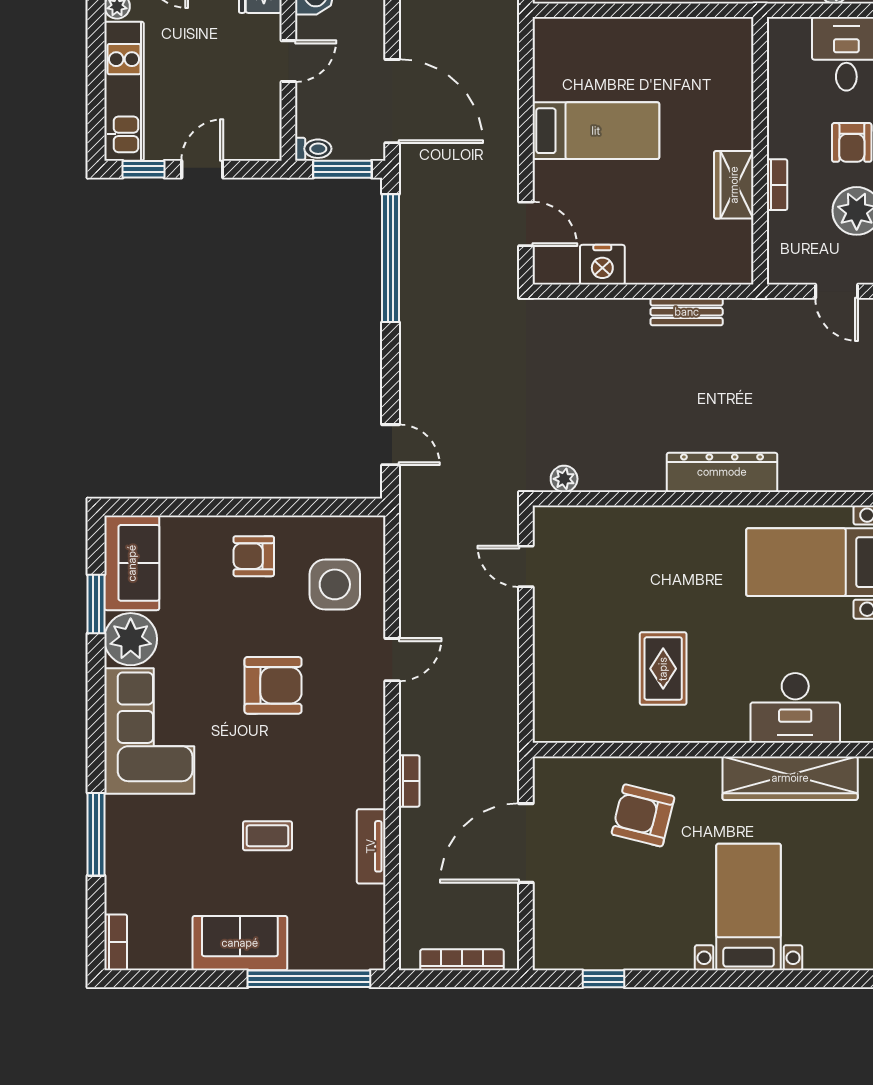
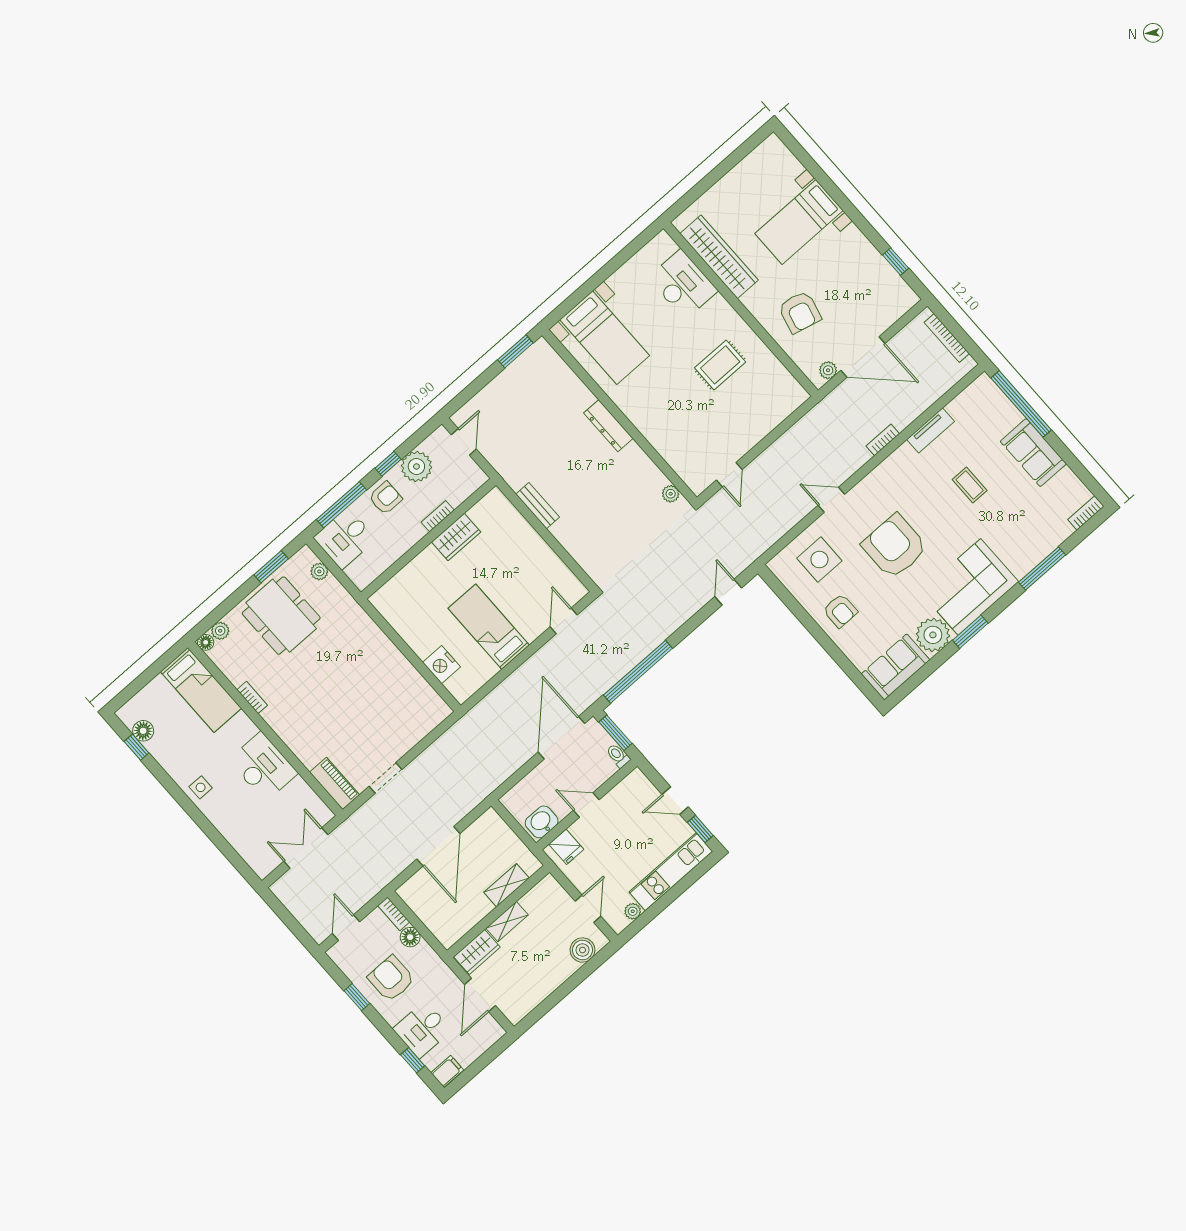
nightstand: (602, 265) -> (442, 665), moved, turned 180
dresser: (722, 472) -> (608, 426), width x0.73, depth x0.80
window: (96, 604) -> (970, 632), moved
armchair: (273, 685) -> (895, 546), width x1.36, depth x1.36
plant: (546, 789) -> (828, 370), added

